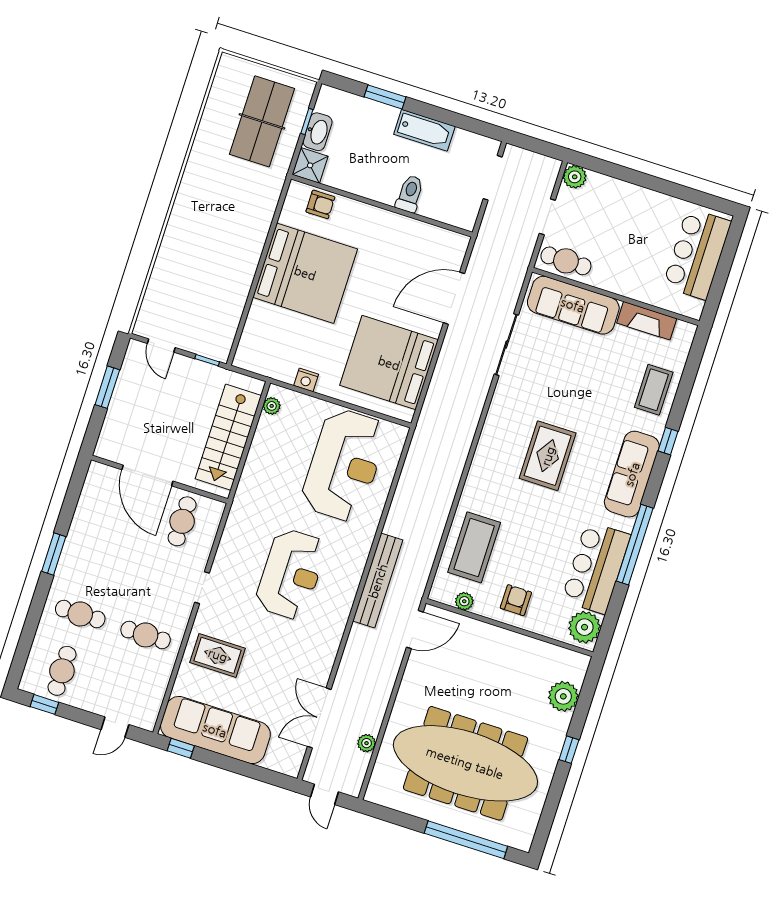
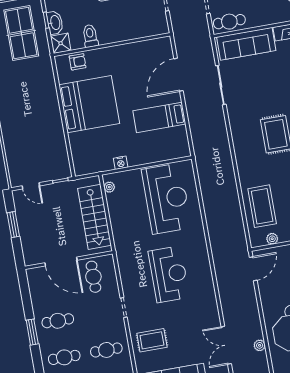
toilet: (410, 194) -> (90, 36), moved
bed: (389, 363) -> (159, 117), width x0.49
cafe table: (98, 557) -> (58, 321), added
bench: (378, 581) -> (218, 252), removed

